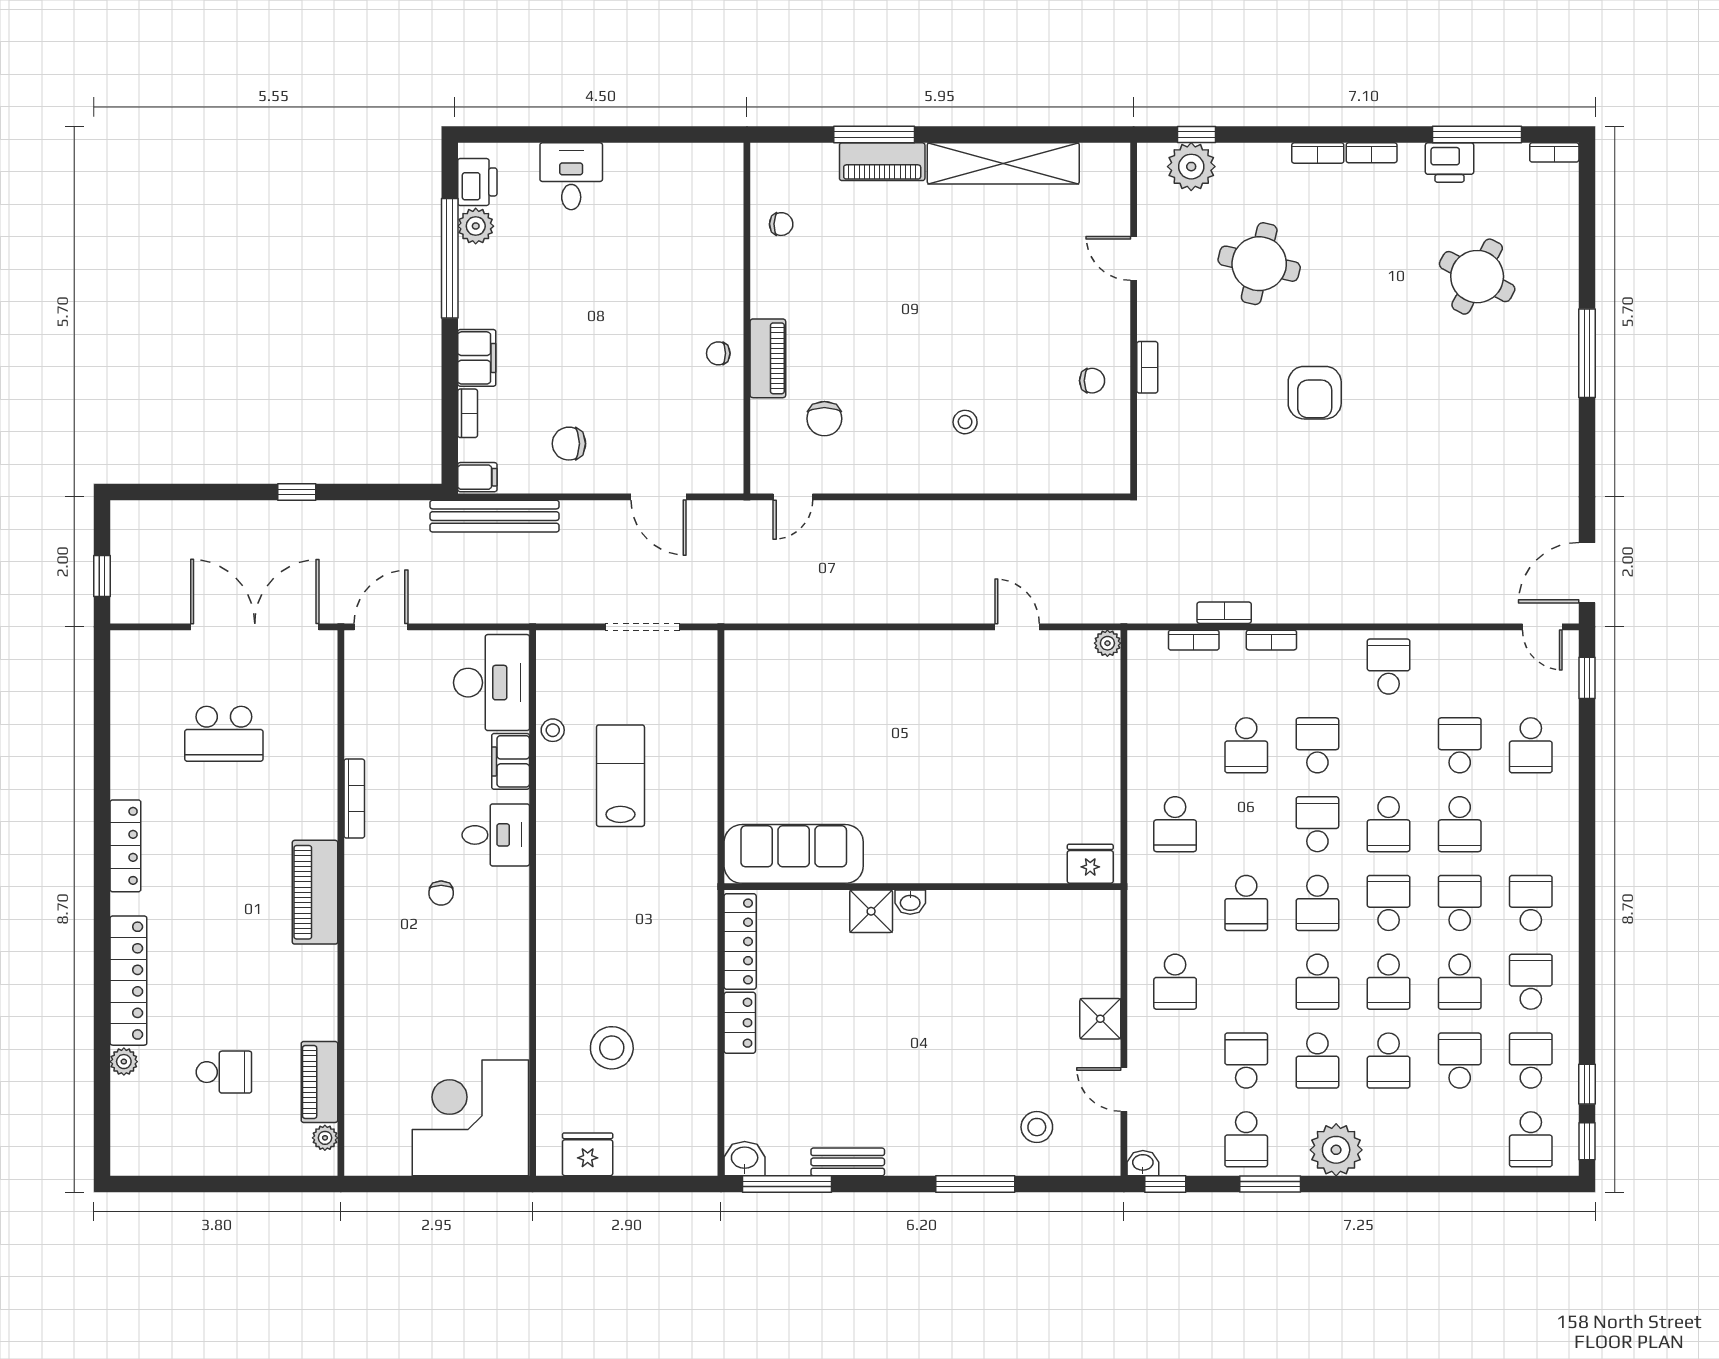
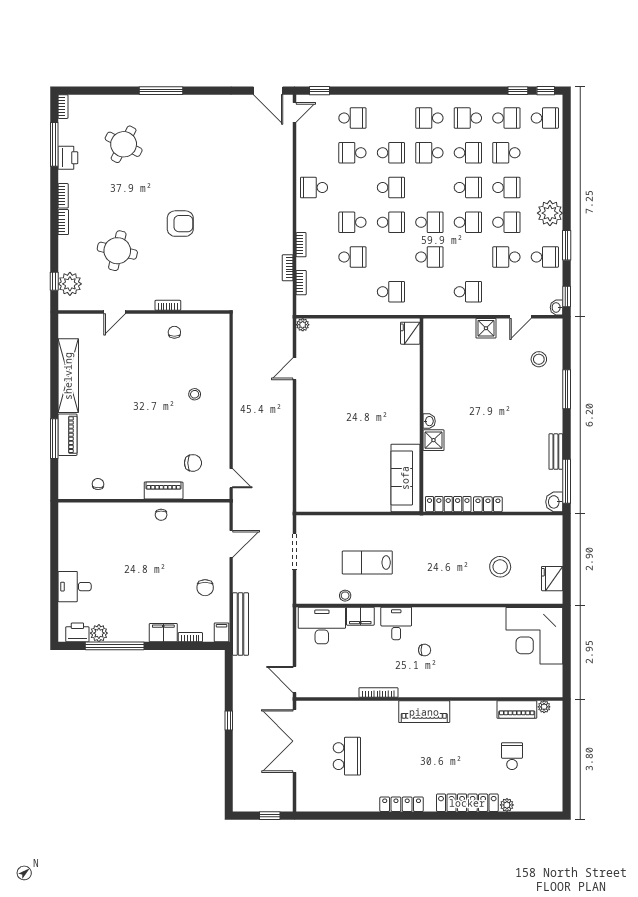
school desk: (1317, 824) -> (391, 222), turned 180
school desk: (1389, 903) -> (429, 188), removed
school desk: (1531, 1061) -> (506, 118), turned 180

